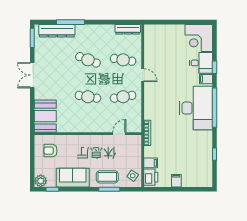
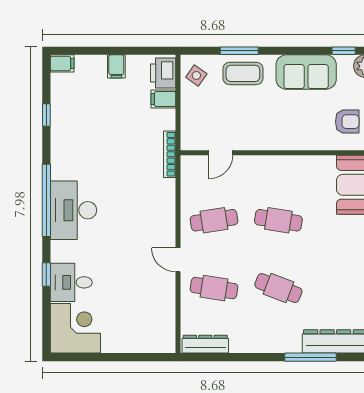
filing cabinet: (206, 79) -> (62, 63), moved
desk: (196, 108) -> (73, 210), width x0.73, depth x0.77

